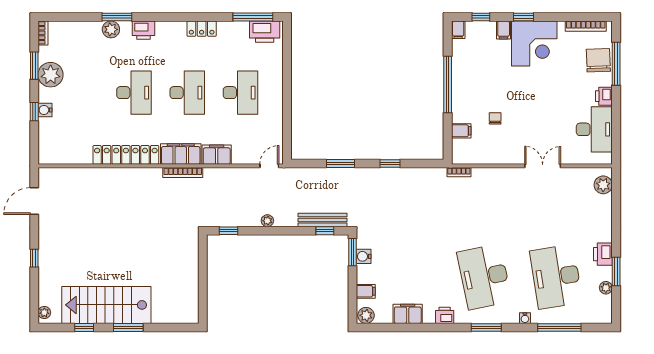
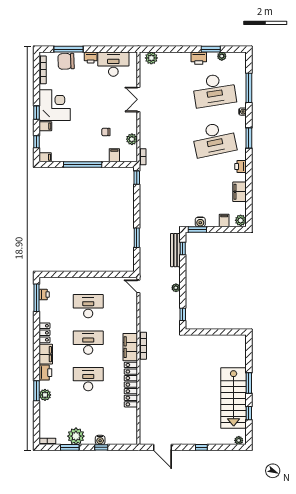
printer: (265, 32) -> (44, 295), width x0.53, depth x0.68
filing cabinet: (217, 155) -> (46, 354), moved, turned 180
plant: (484, 156) -> (132, 139), added
window: (390, 164) -> (137, 178), moved

